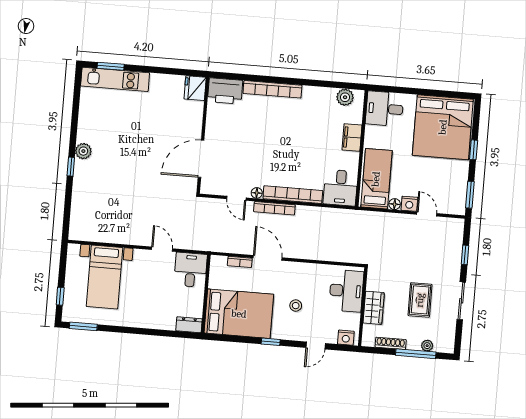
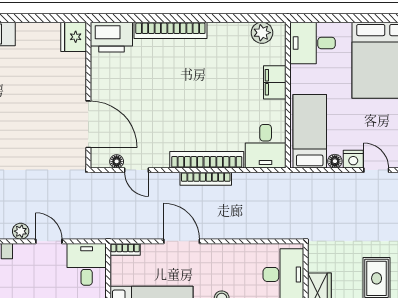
door: (201, 159) -> (88, 124), swing flipped
floor lamp: (257, 193) -> (117, 161), moved
bookcase: (274, 208) -> (206, 179), moved
plant: (140, 239) -> (21, 231), added
bookcase: (240, 262) -> (125, 249), moved

